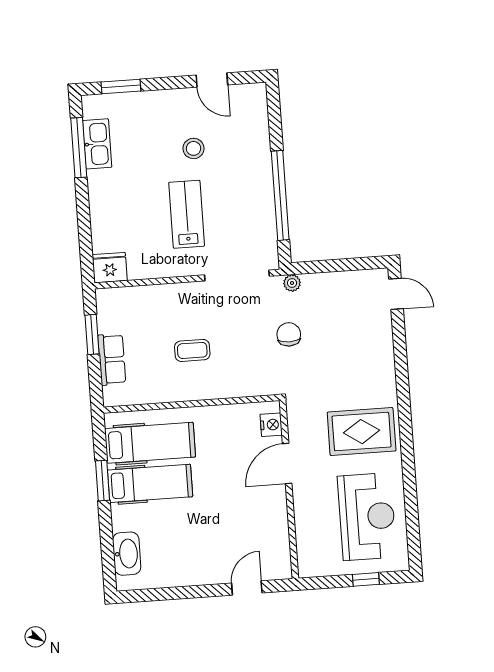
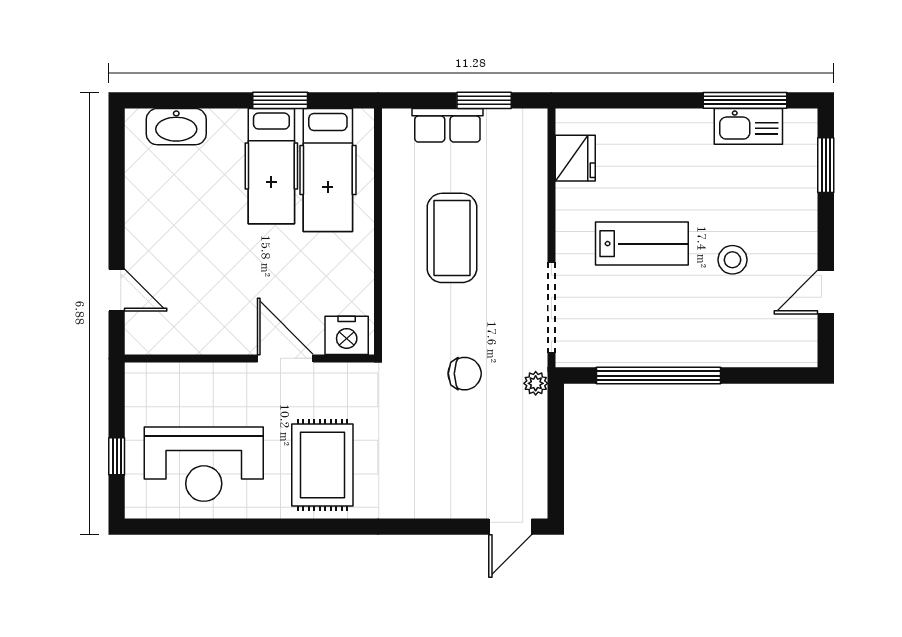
fridge: (110, 268) -> (575, 158), moved
coffee table: (192, 350) -> (452, 238), width x1.86, depth x1.72
nightstand: (271, 425) -> (347, 335), width x1.36, depth x1.33

